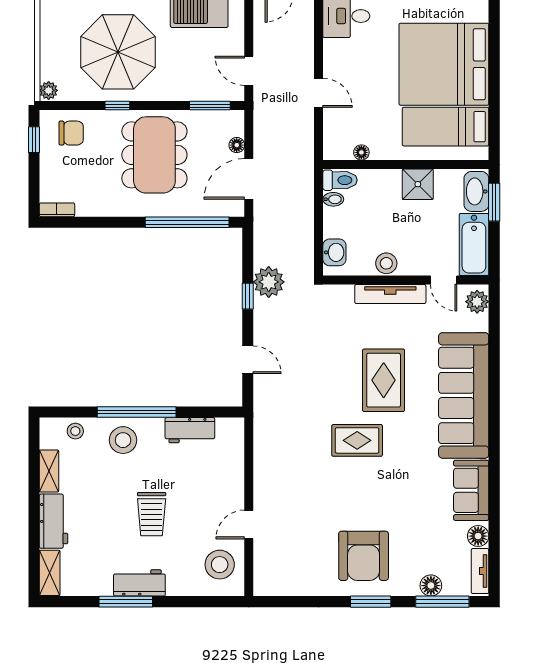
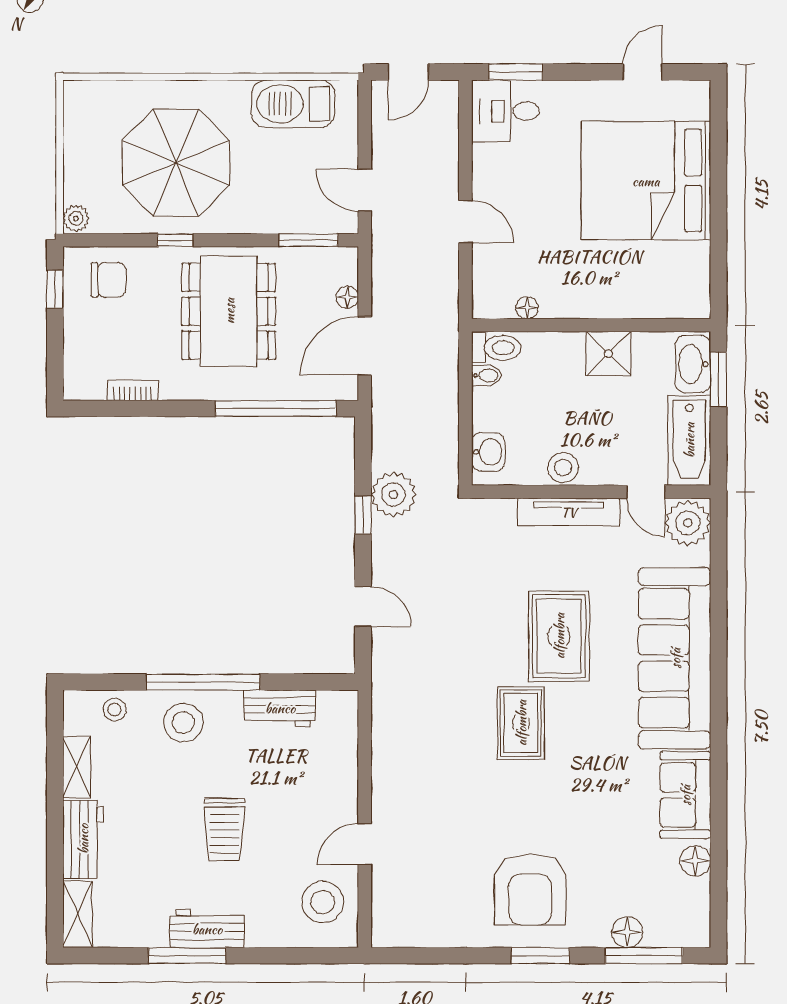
bed: (446, 127) -> (648, 270), removed
bookcase: (57, 210) -> (133, 390), moved
plant: (477, 302) -> (688, 523), width x1.36, depth x1.36
rug: (357, 440) -> (521, 723), turned 90
tv unit: (480, 571) -> (698, 911), removed

